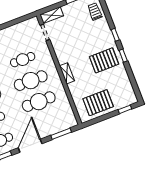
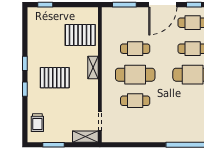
pallet: (104, 60) -> (55, 78), moved
cafe table: (39, 102) -> (135, 49), width x0.73, depth x0.74
pallet: (98, 103) -> (80, 35), moved

